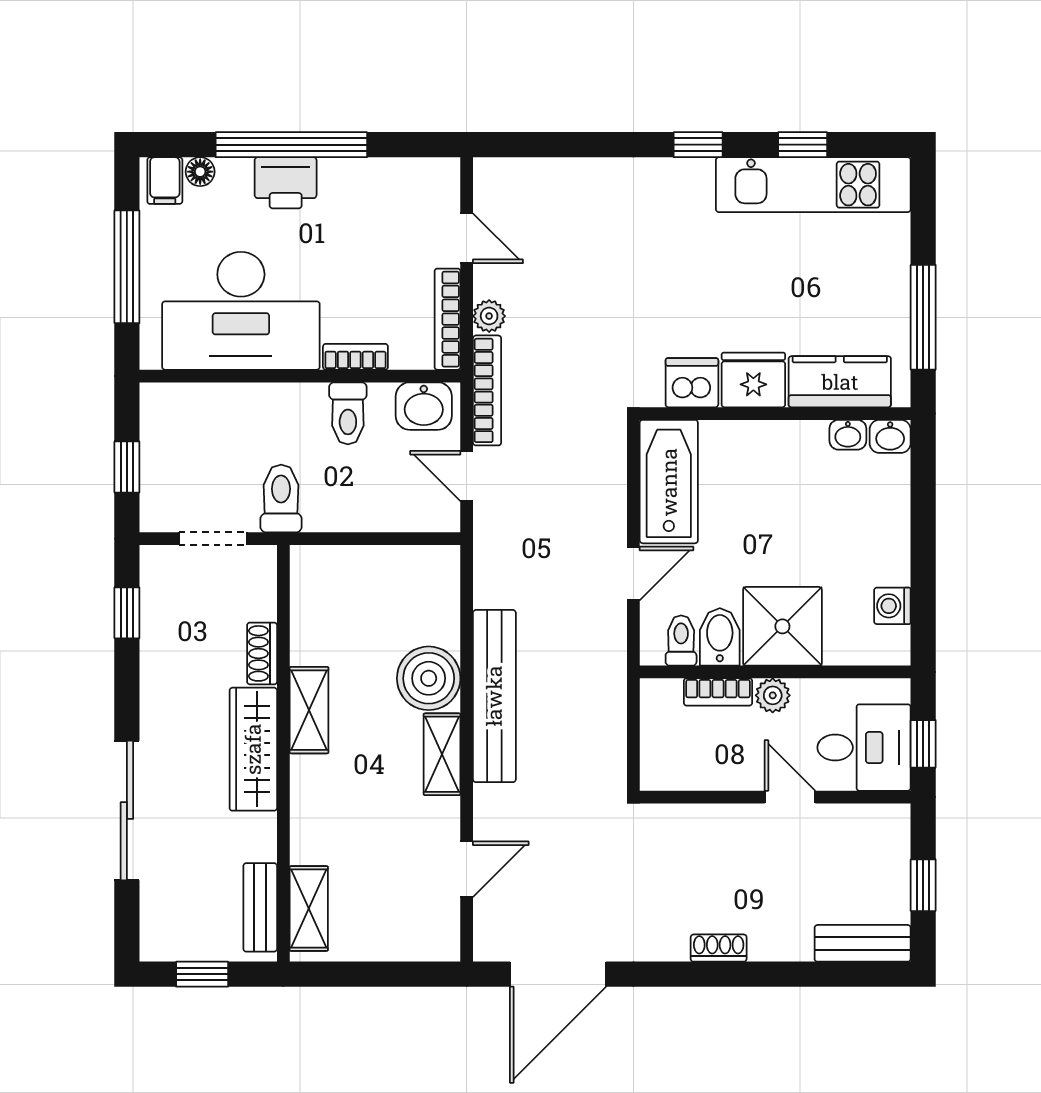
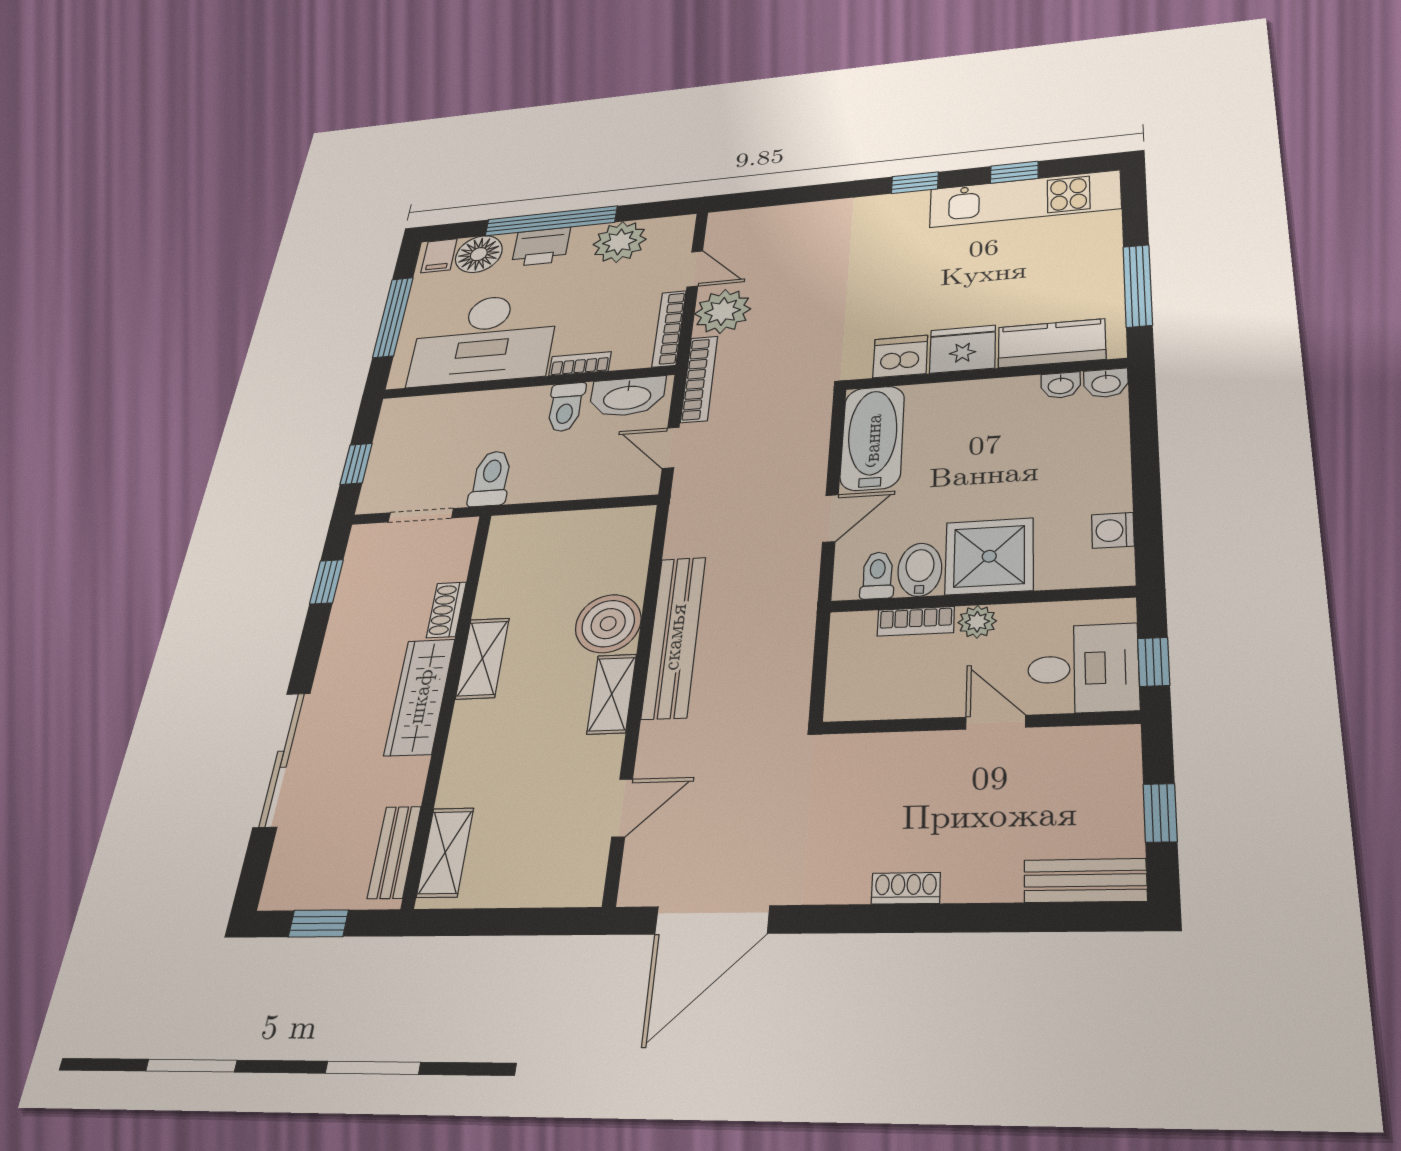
floor lamp: (200, 172) -> (479, 254), width x1.89, depth x1.89
plant: (377, 188) -> (620, 242), added
plant: (489, 316) -> (723, 311), width x1.87, depth x1.87
washbasin: (424, 406) -> (627, 397), width x1.38

